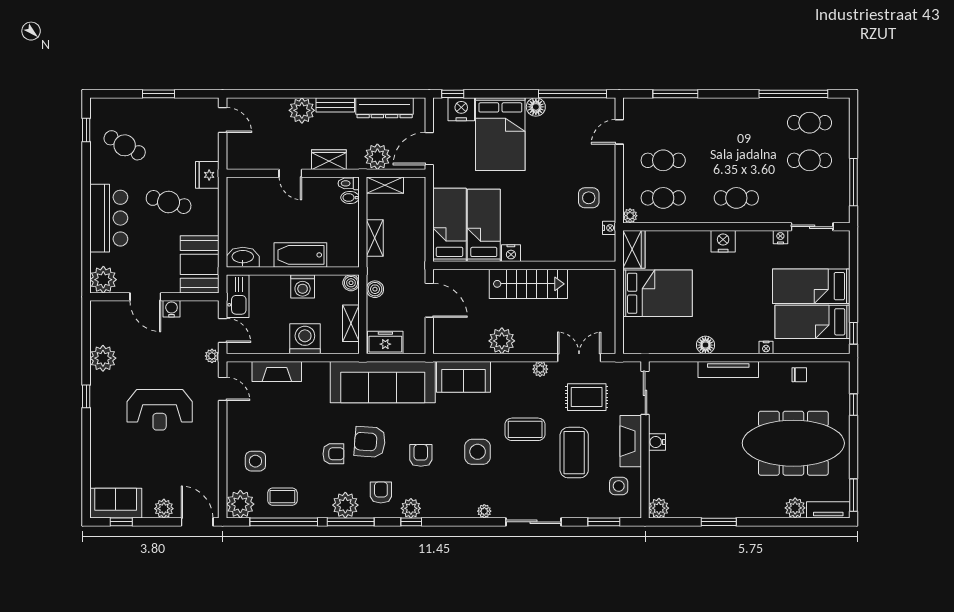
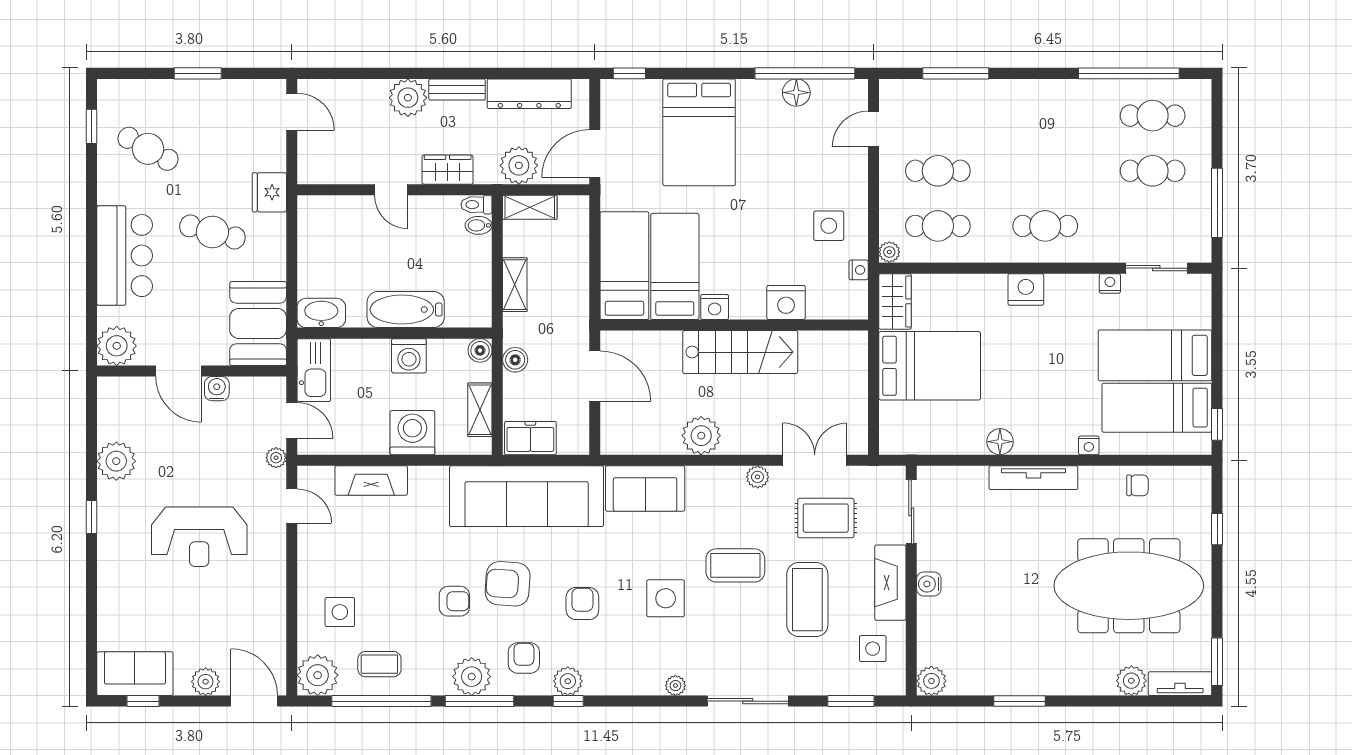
floor lamp: (536, 107) -> (796, 93), moved
nightstand: (461, 109) -> (786, 302), moved, turned 180

